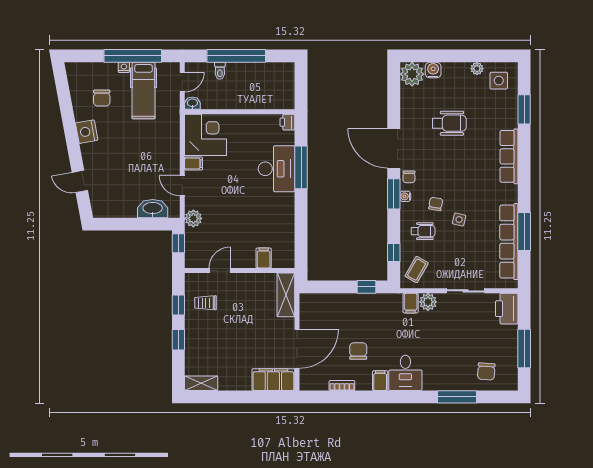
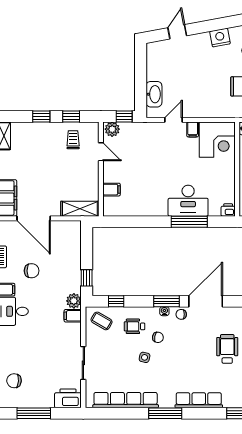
wheelchair: (449, 123) -> (227, 349), turned 180
plant: (193, 218) -> (112, 129), moved
wheelchair: (423, 231) -> (135, 326), turned 90
window: (524, 232) -> (165, 413), moved
plant: (428, 302) -> (74, 301), moved

